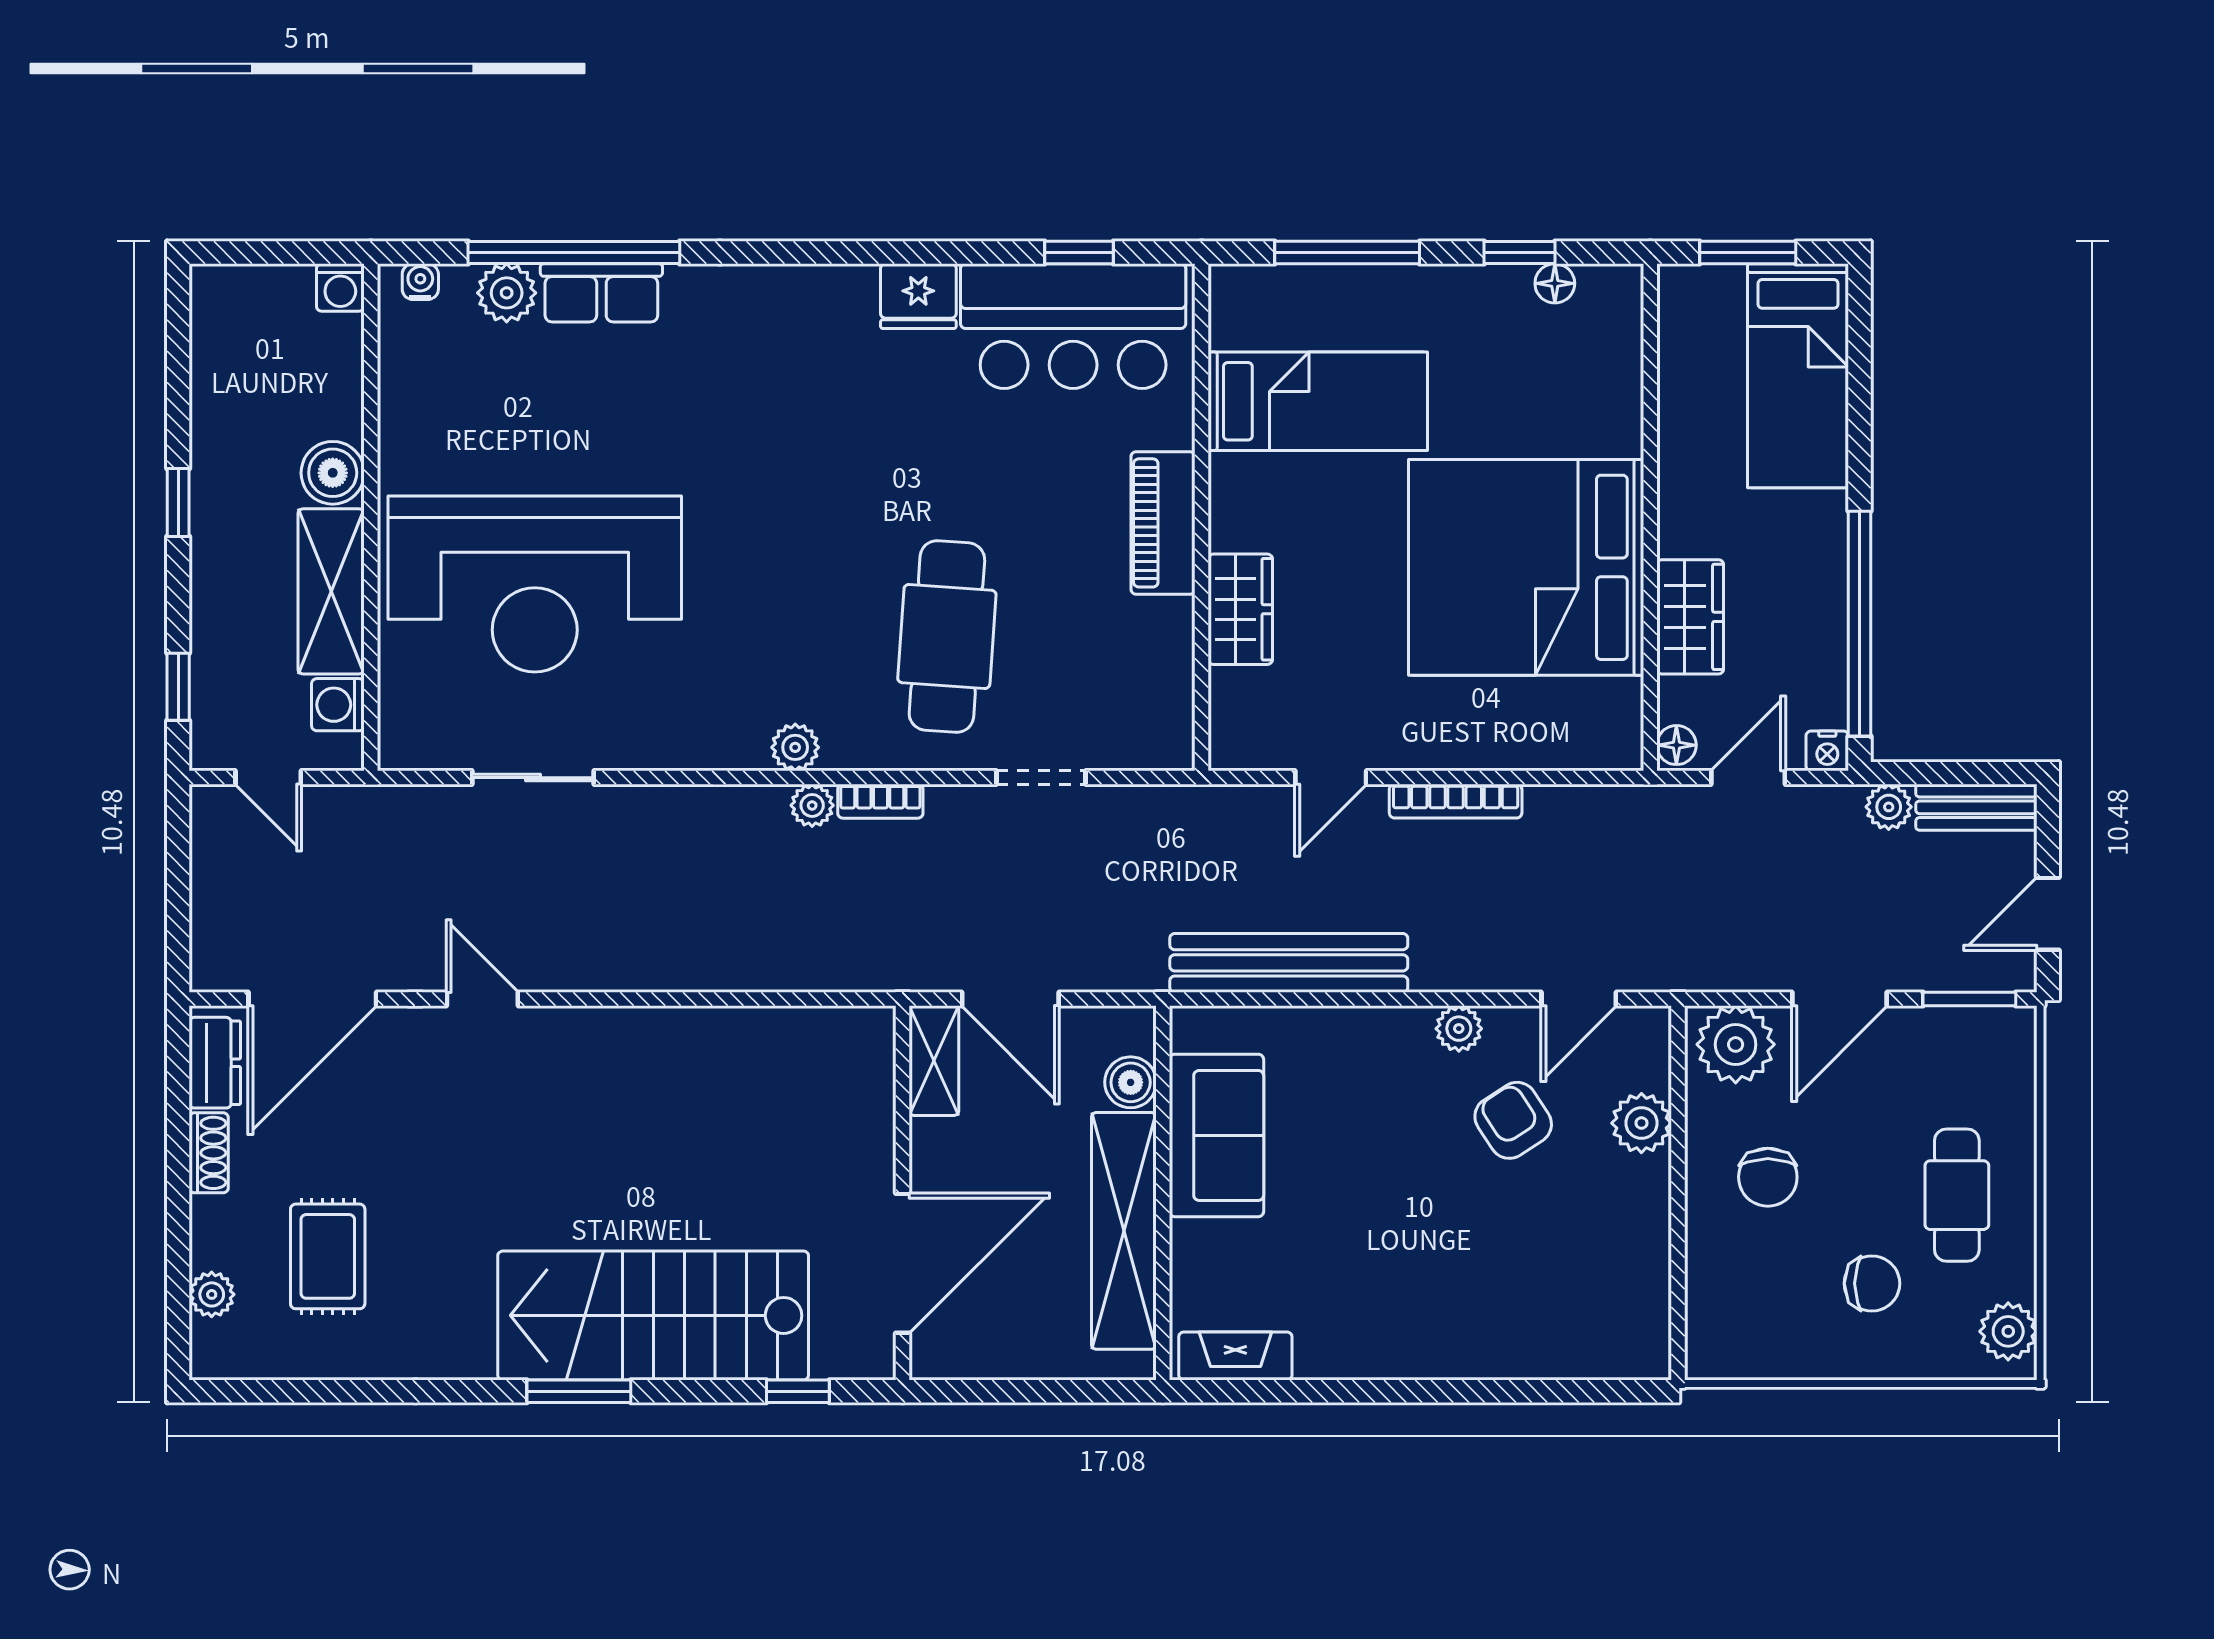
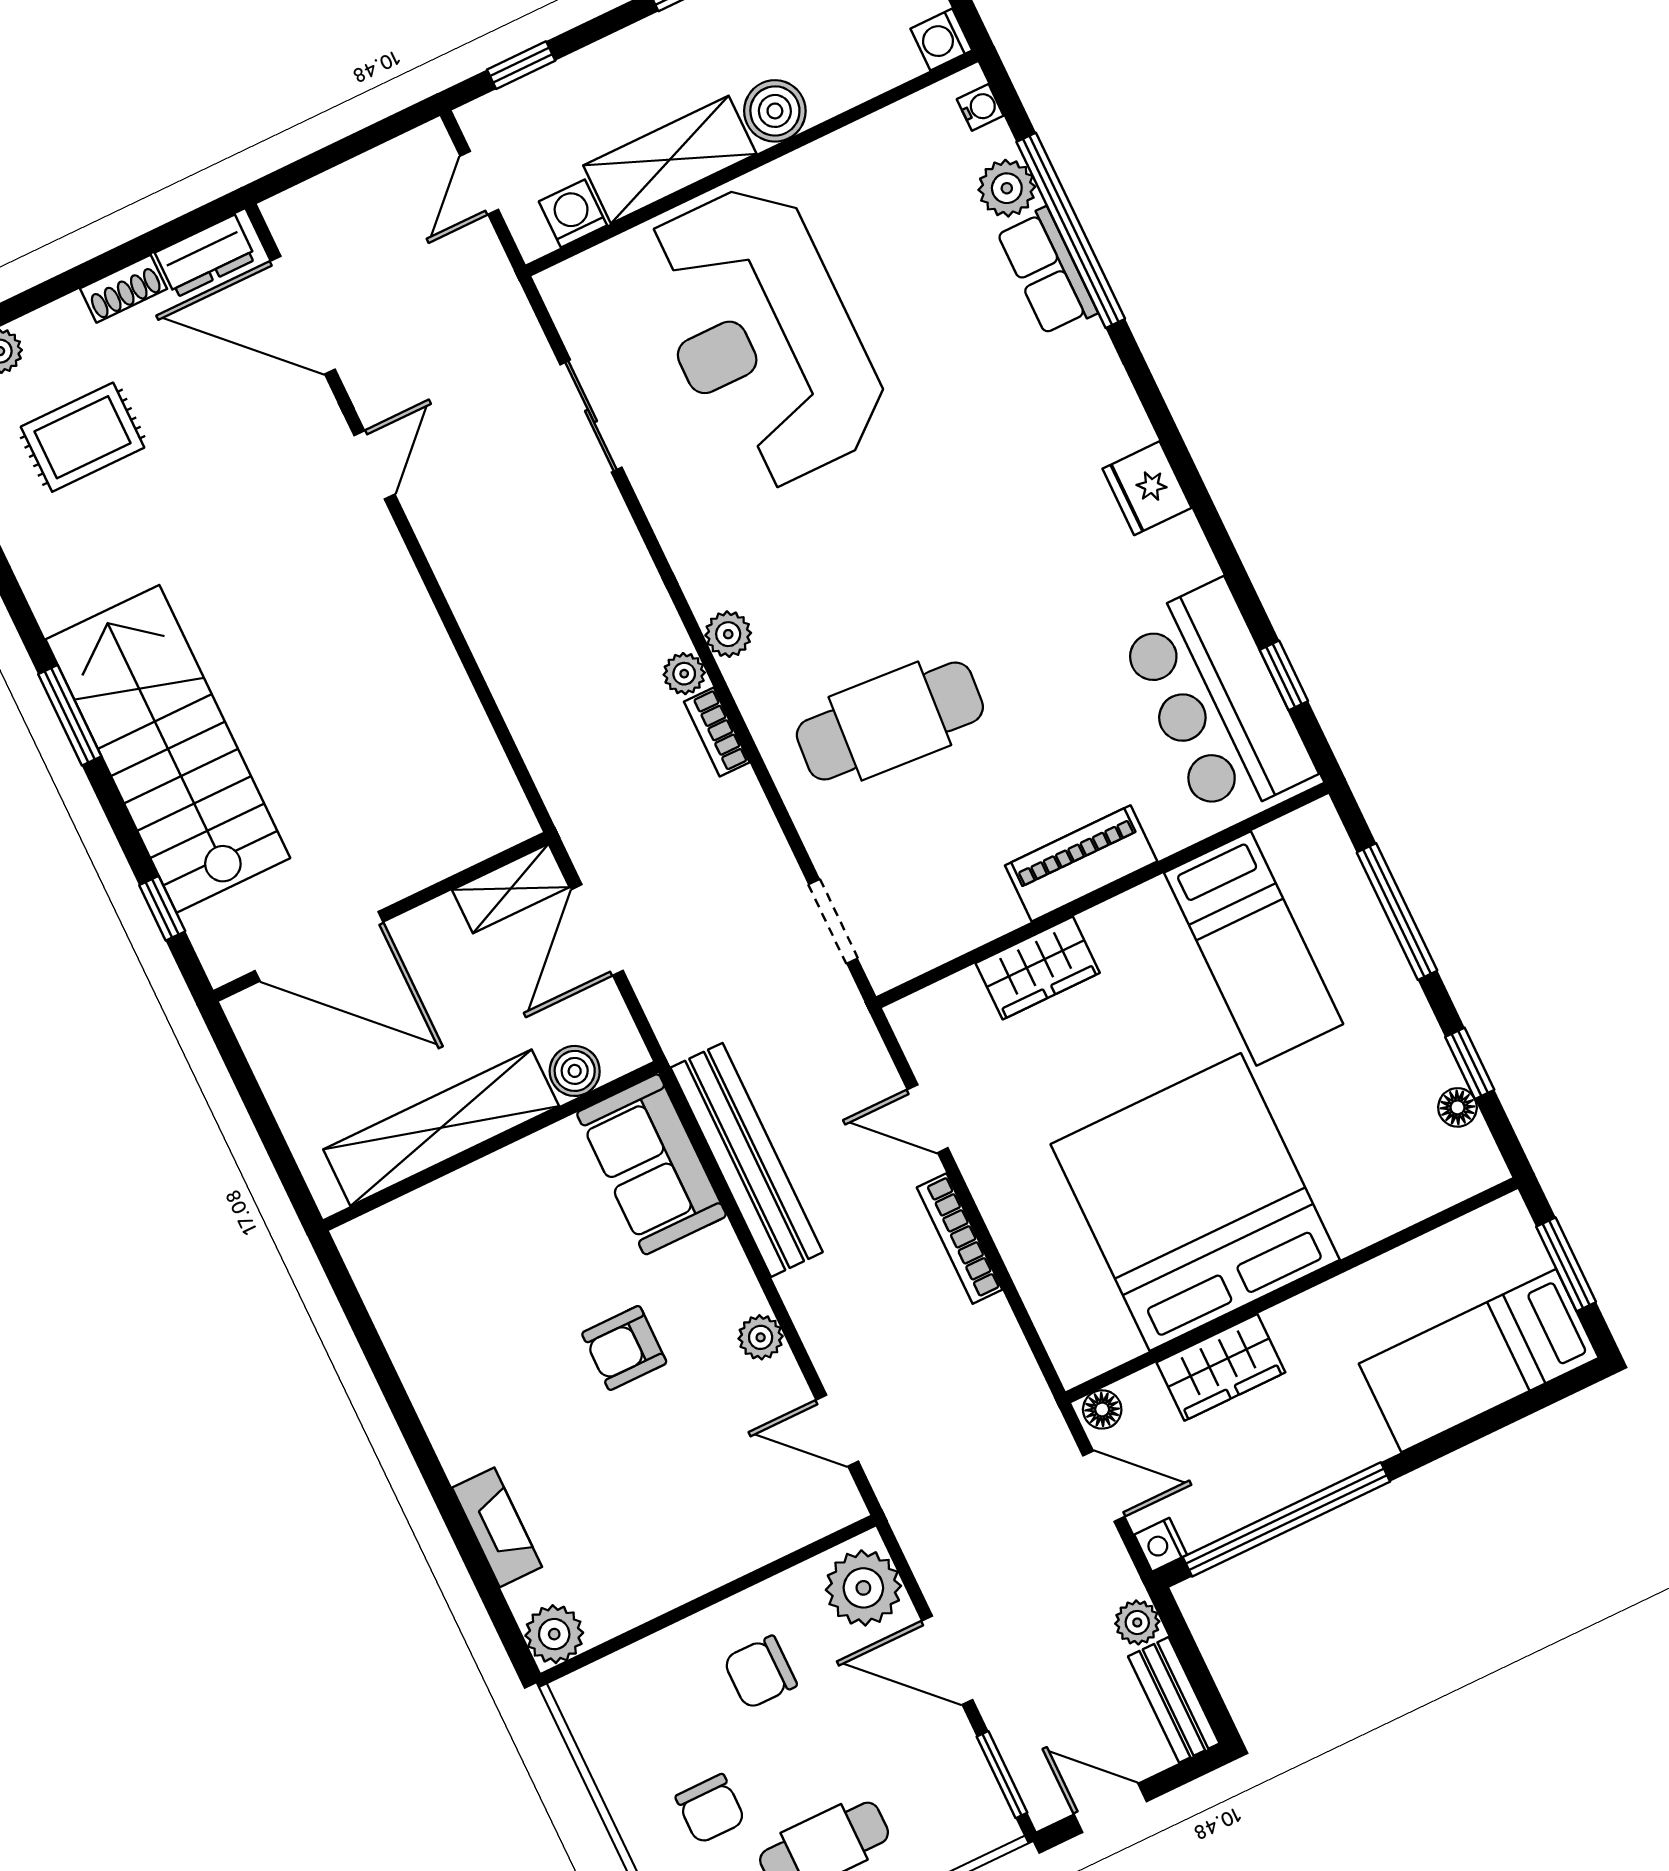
fridge: (918, 296) -> (1147, 488), moved
doorway: (1041, 778) -> (833, 921), moved
armchair: (1513, 1120) -> (624, 1348), moved, turned -147
plant: (1641, 1123) -> (554, 1634), moved
sofa: (1216, 1135) -> (651, 1164), moved, turned 90
fireplace: (1235, 1356) -> (497, 1527), moved

